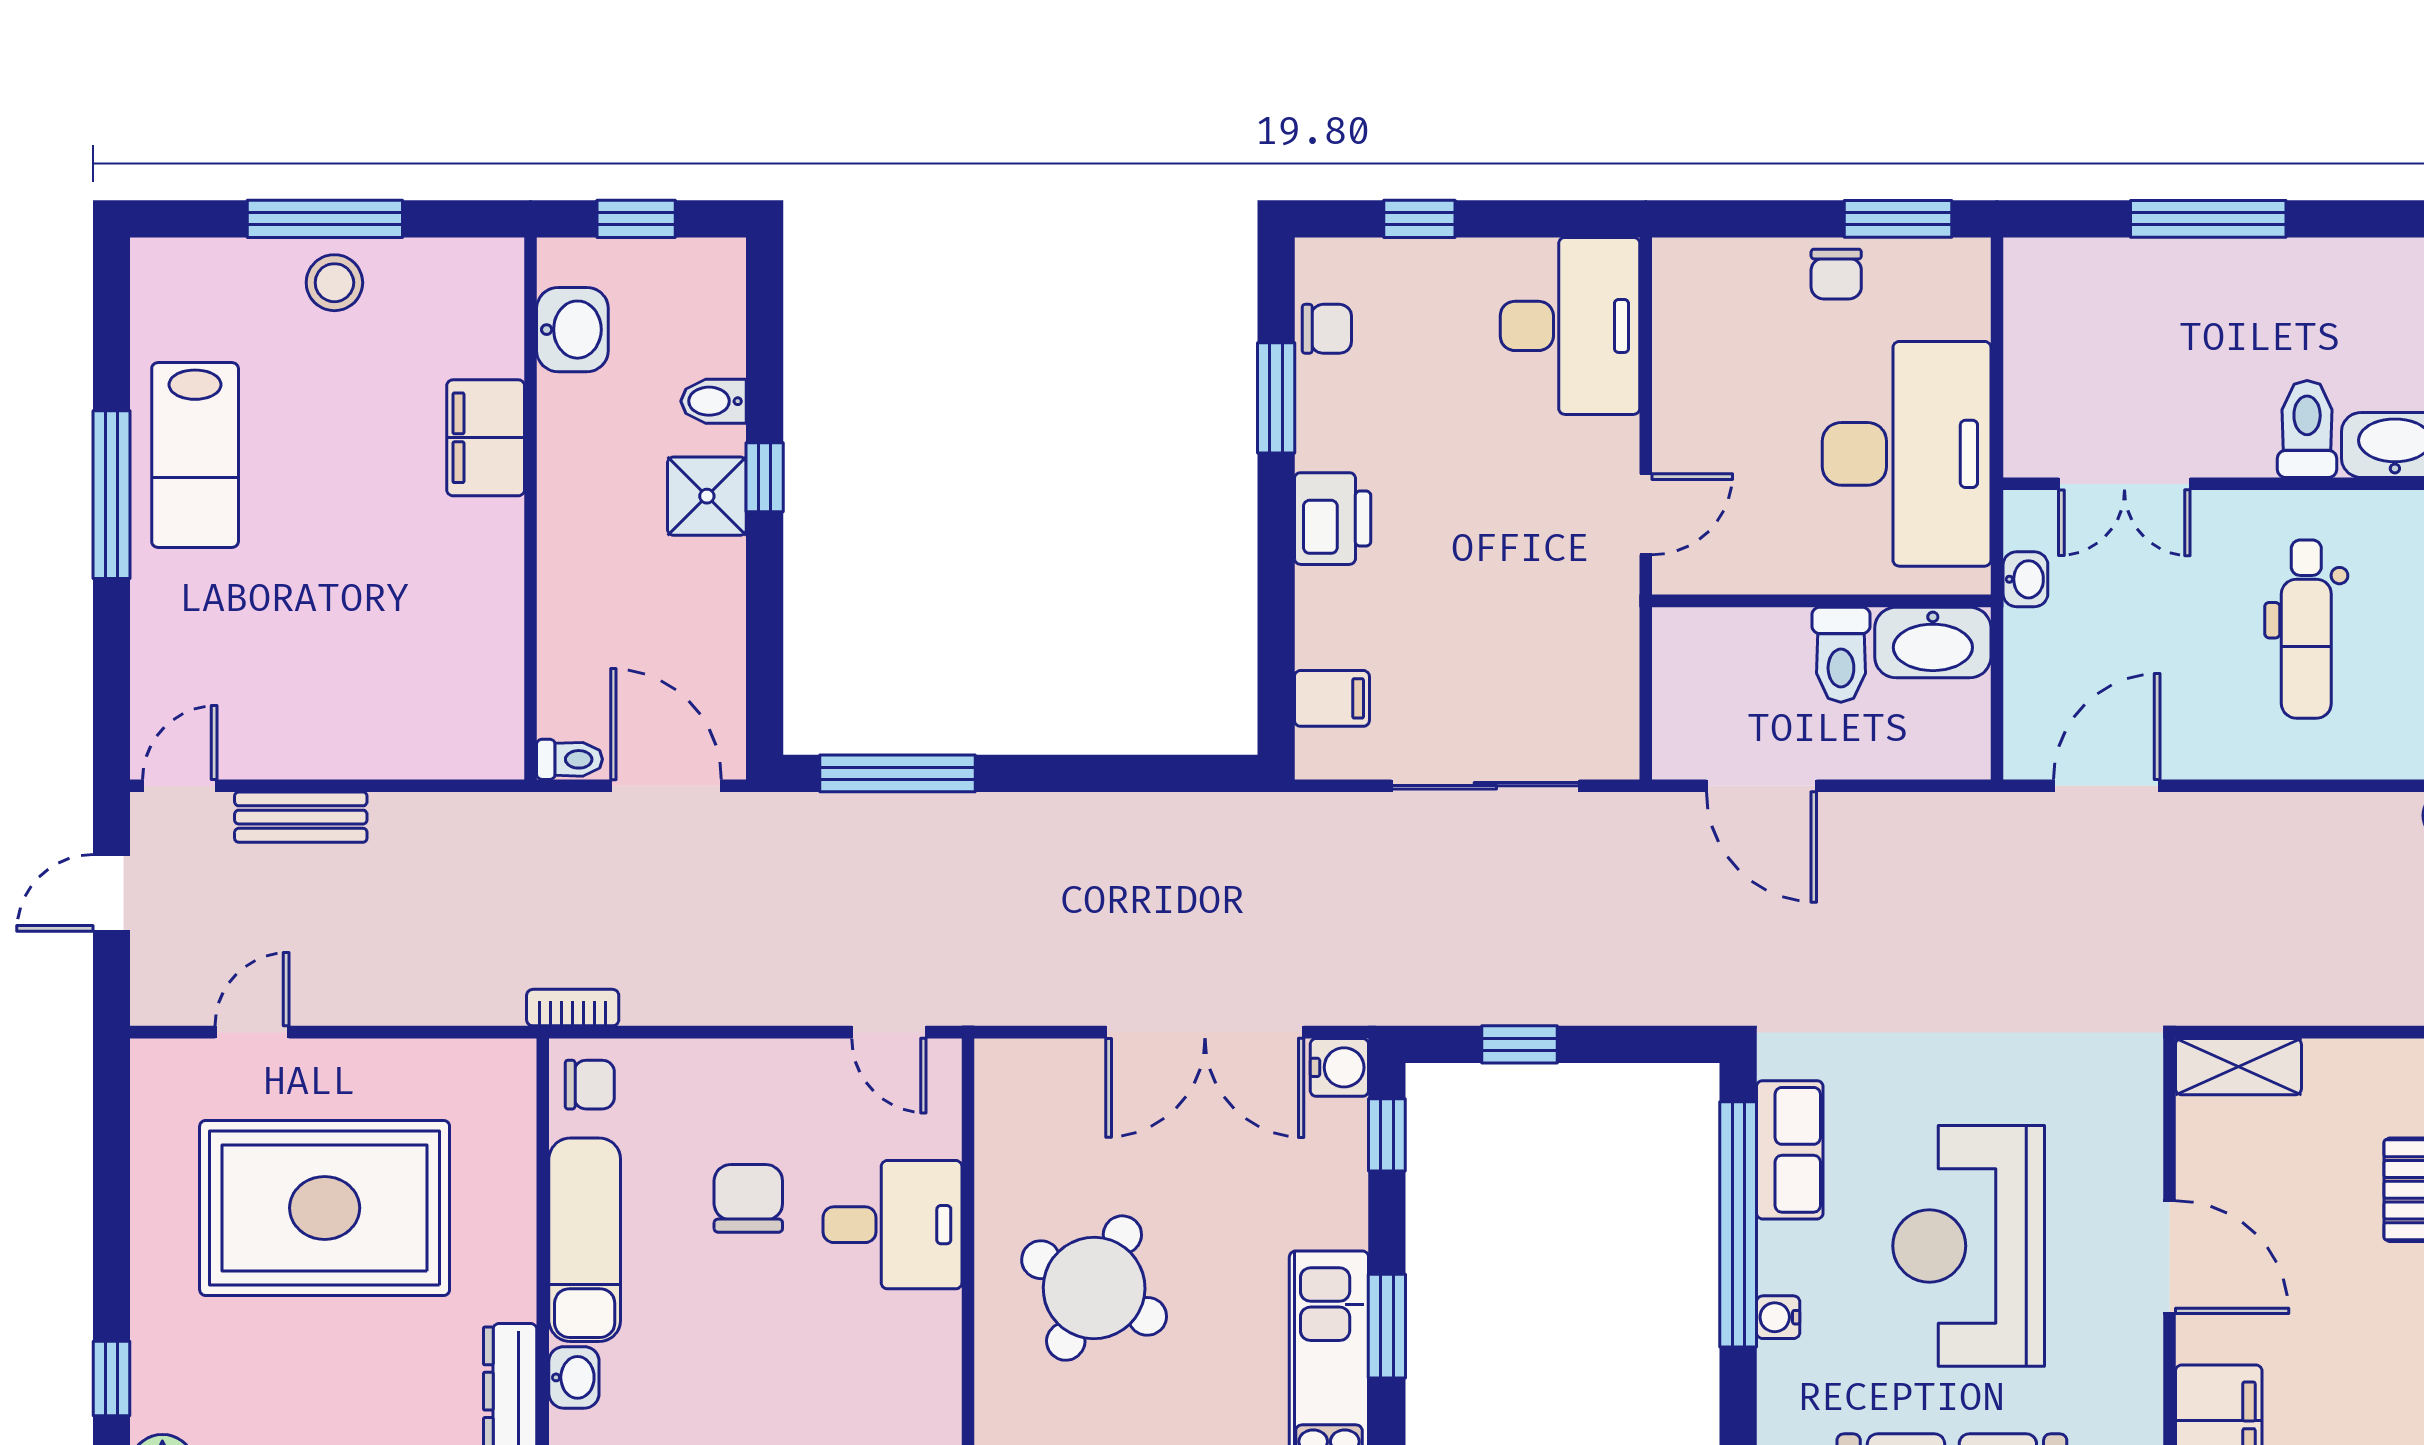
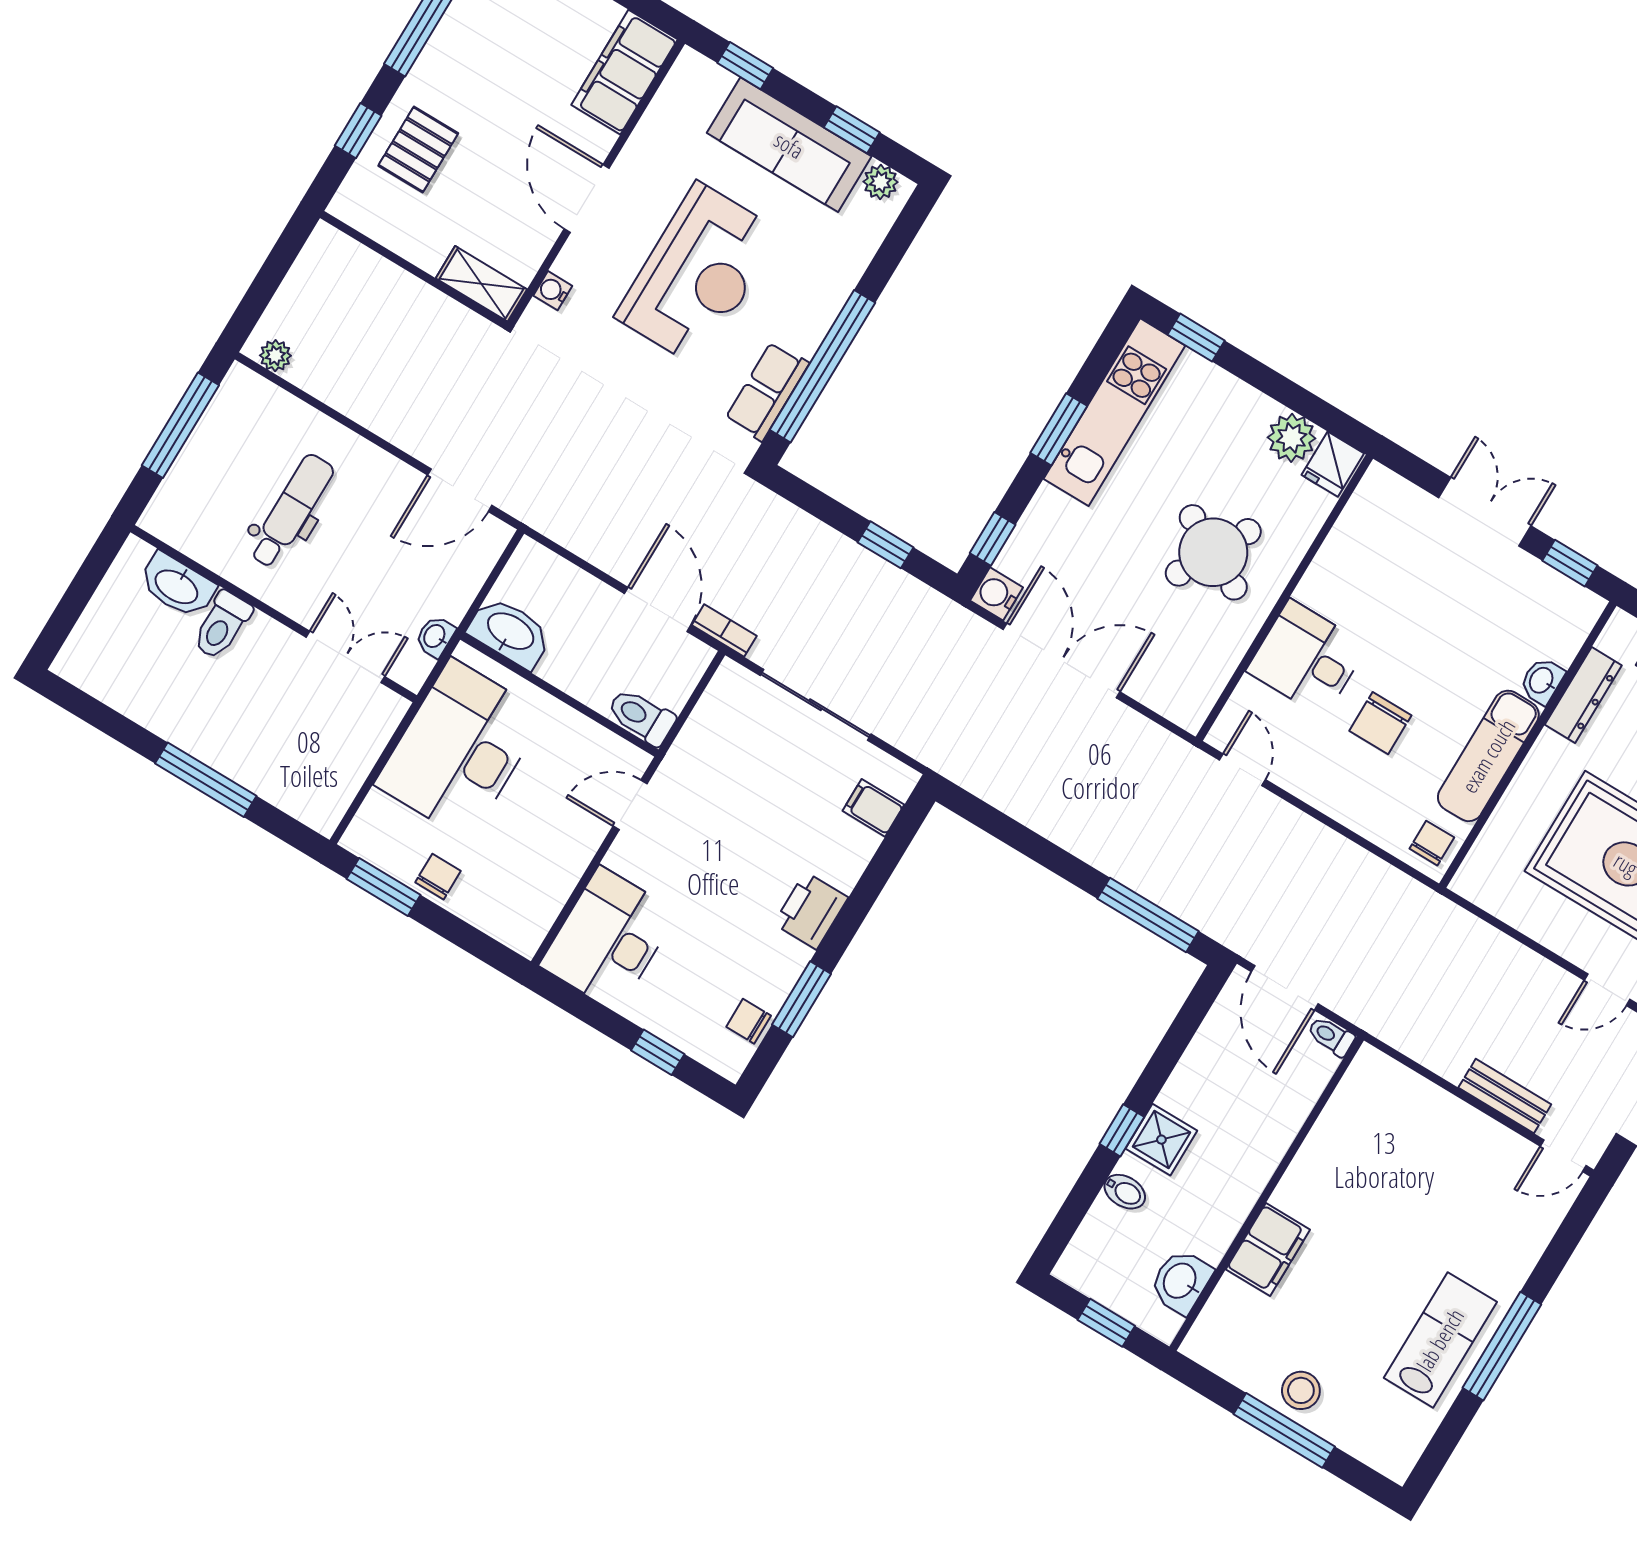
toilet: (1841, 655) -> (641, 717), moved, turned -90
bookcase: (573, 1008) -> (724, 630), moved, turned 180
chair: (590, 1085) -> (1432, 843), turned 90
water cooler: (1778, 1317) -> (553, 291), moved, turned 180

